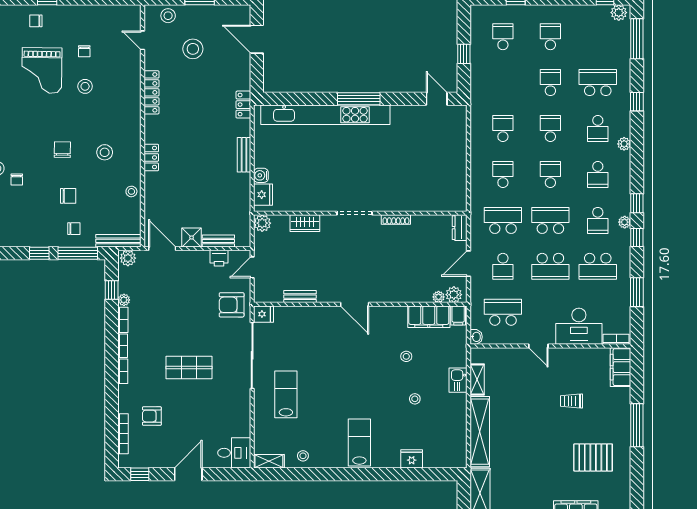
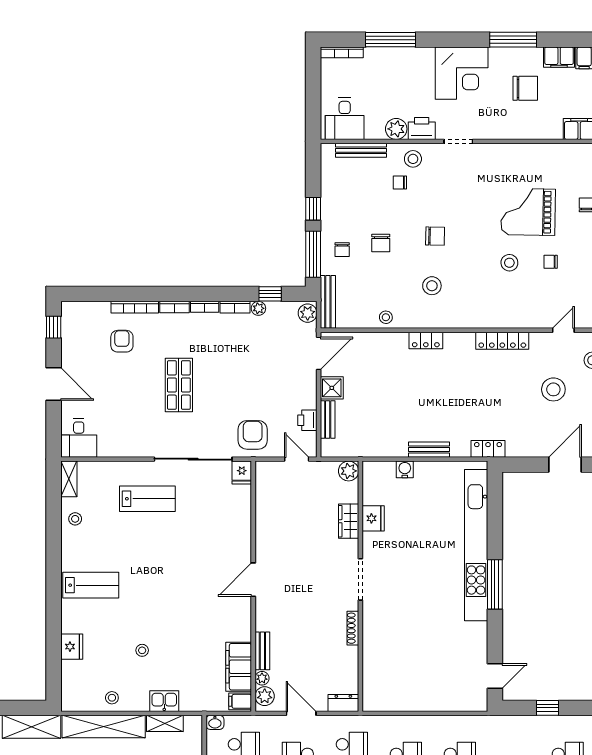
fridge: (263, 195) -> (373, 518), moved, turned -90
bench: (300, 297) -> (262, 651), moved
stool: (406, 356) -> (112, 698), moved
bookcase: (123, 434) -> (135, 307), moved

